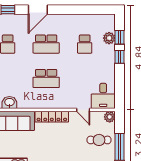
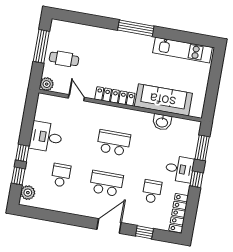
plant: (109, 38) -> (28, 193), moved
desk: (103, 96) -> (46, 137), moved, turned -90

